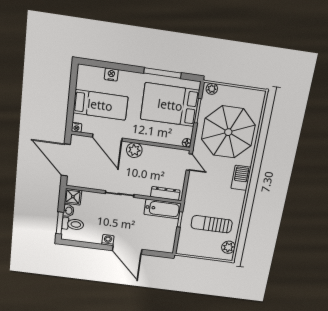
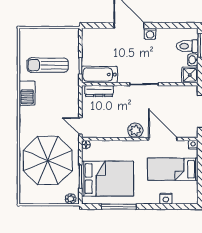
barbecue: (241, 178) -> (27, 93), moved
sun lounger: (212, 224) -> (48, 65), turned 180
plant: (228, 247) -> (26, 43), removed

